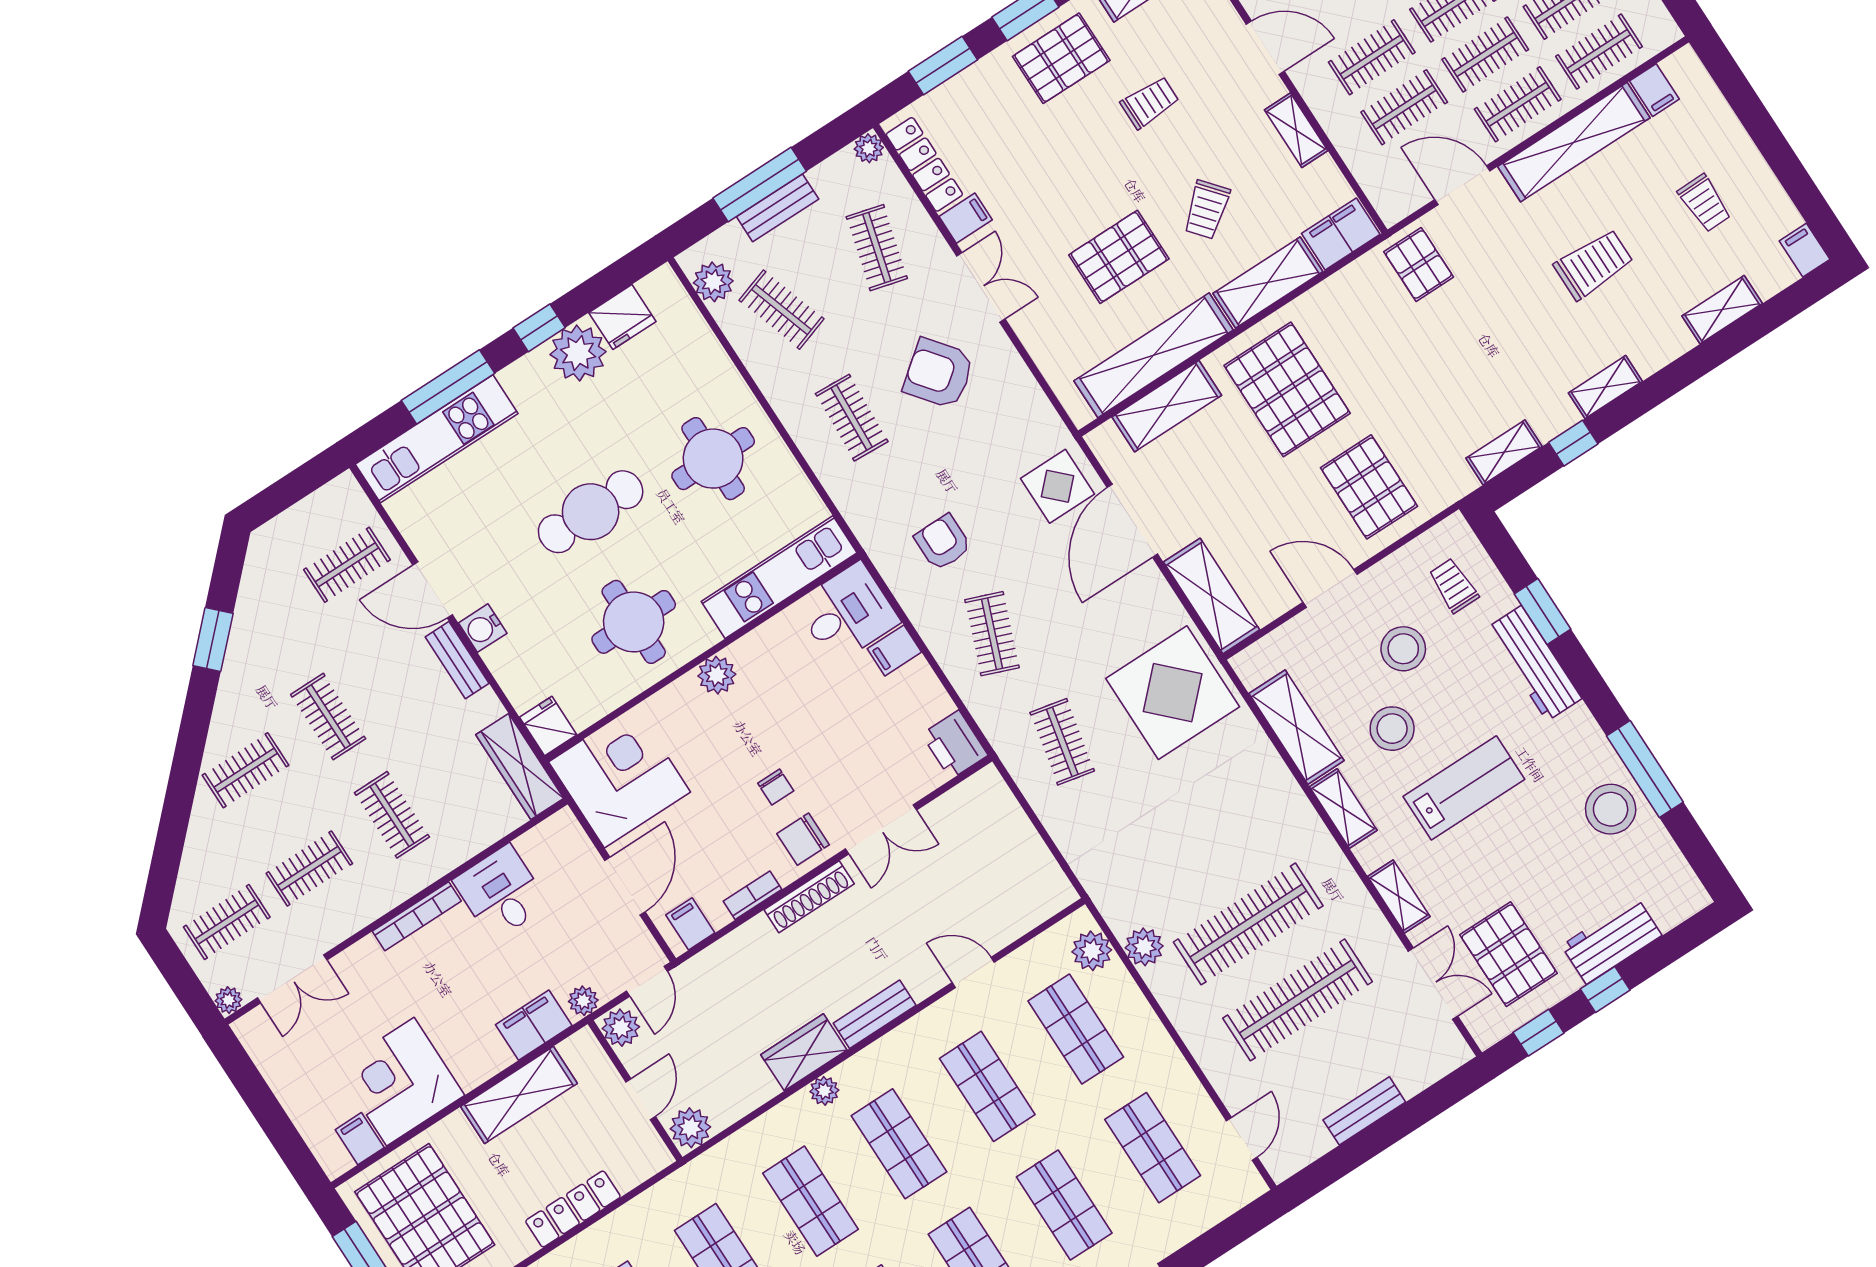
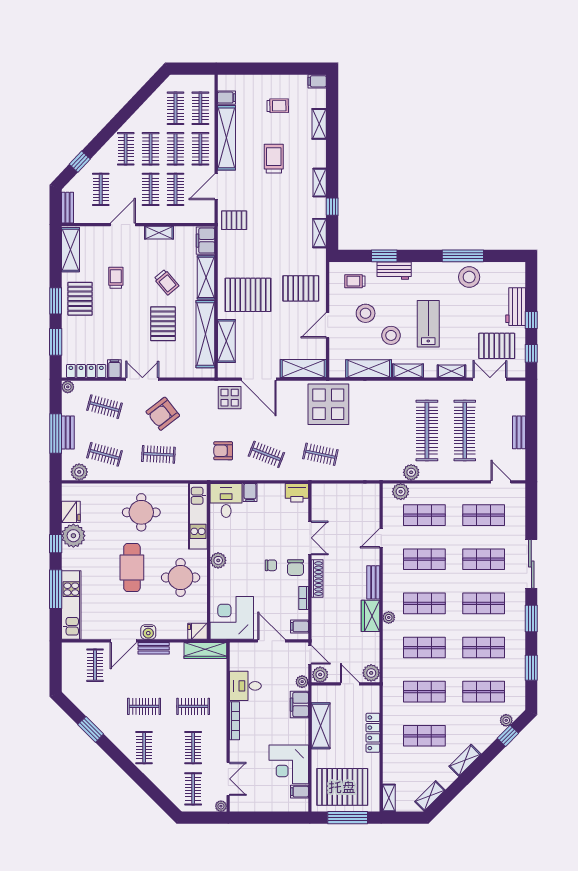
clothes rail: (781, 310) -> (105, 454), turned 33
workbench: (1534, 663) -> (394, 271), width x0.73

